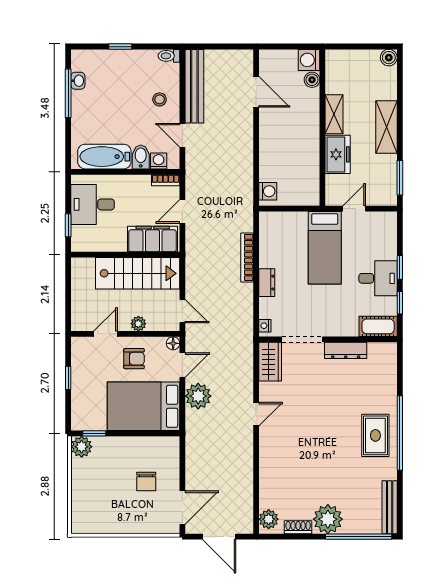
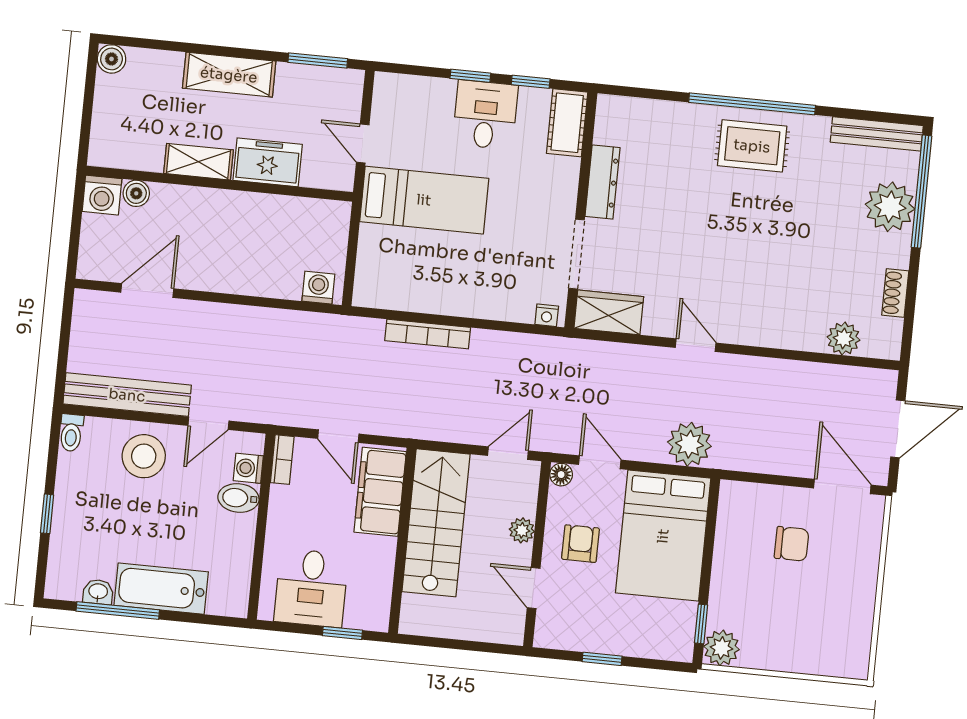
stool: (160, 99) -> (144, 456), width x1.89, depth x1.89
bathtub: (104, 157) -> (161, 589), moved, turned 90
dresser: (267, 283) -> (474, 305), removed
plant: (198, 396) -> (689, 444), moved
plant: (269, 519) -> (844, 339), moved
plant: (328, 519) -> (890, 207), moved

